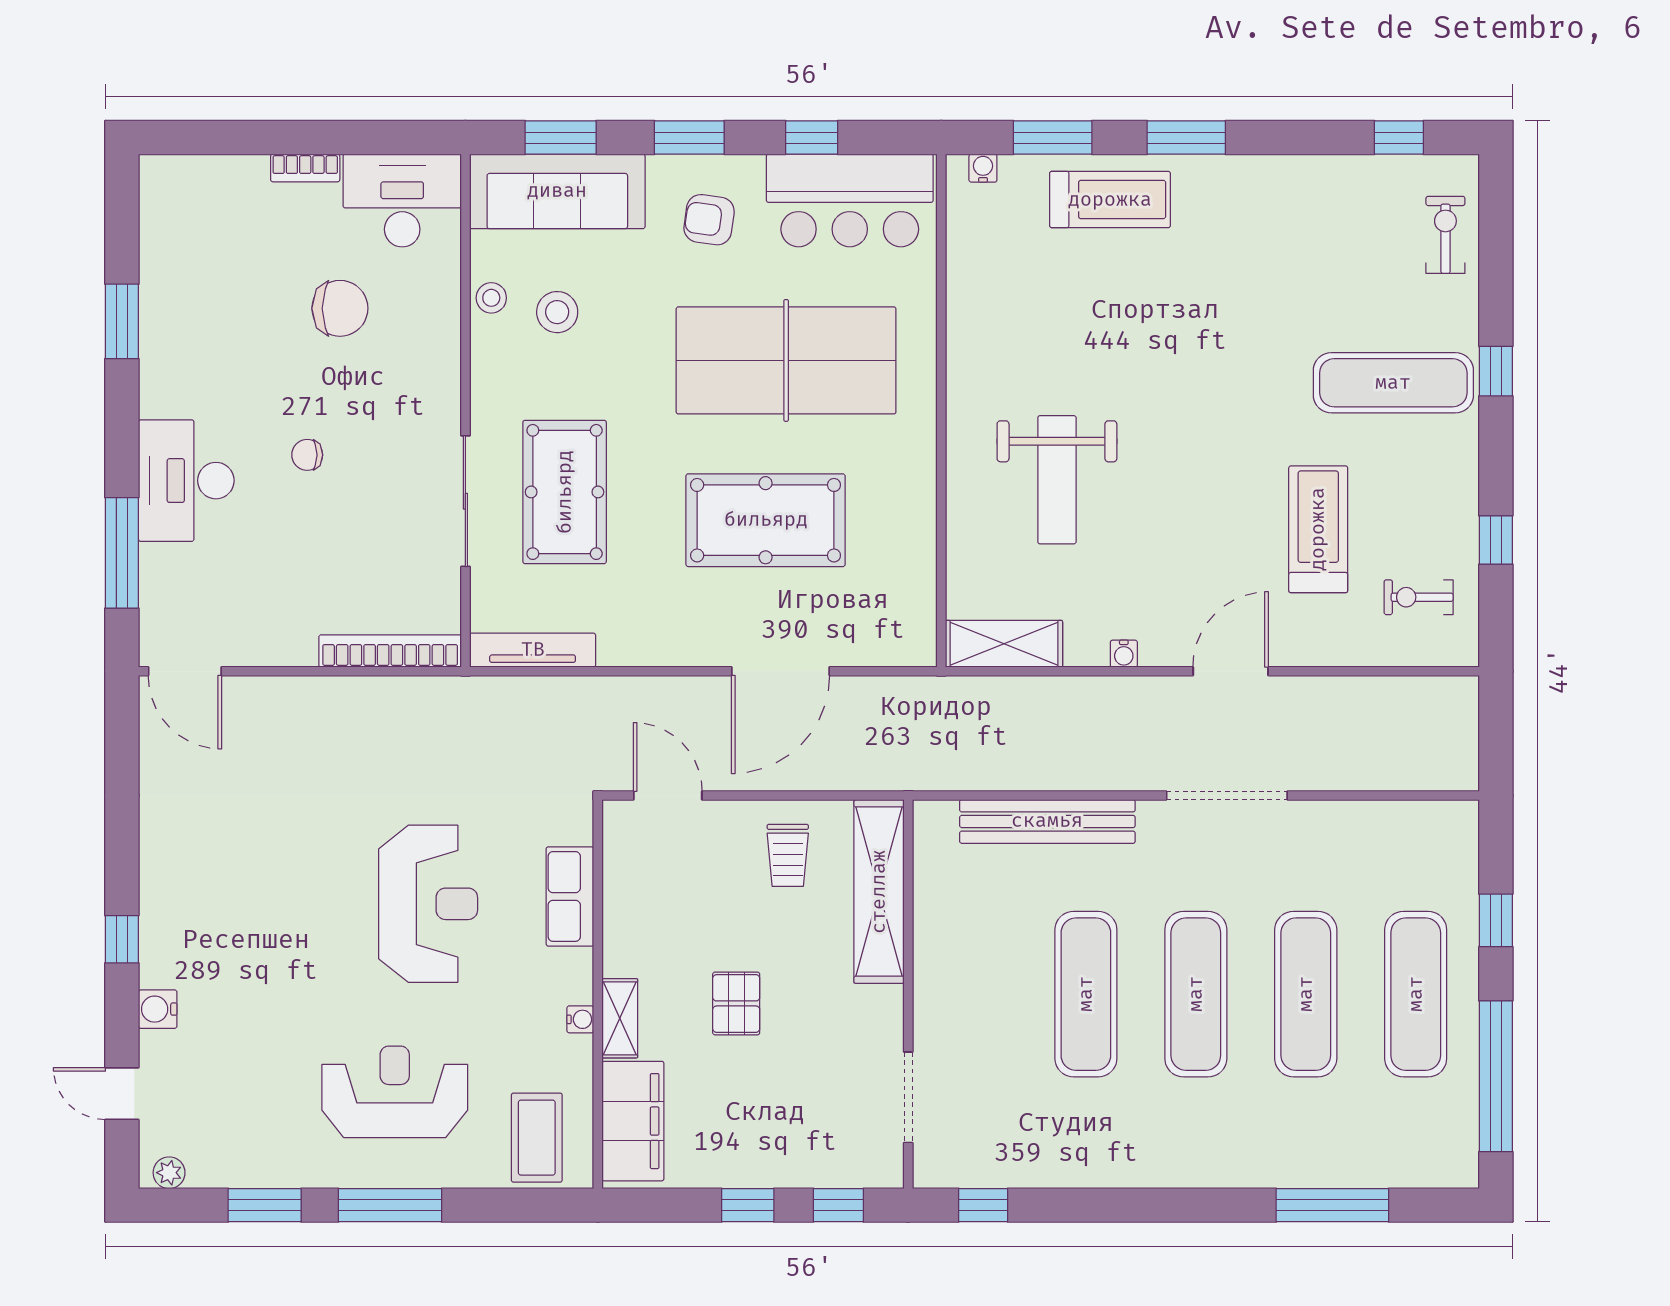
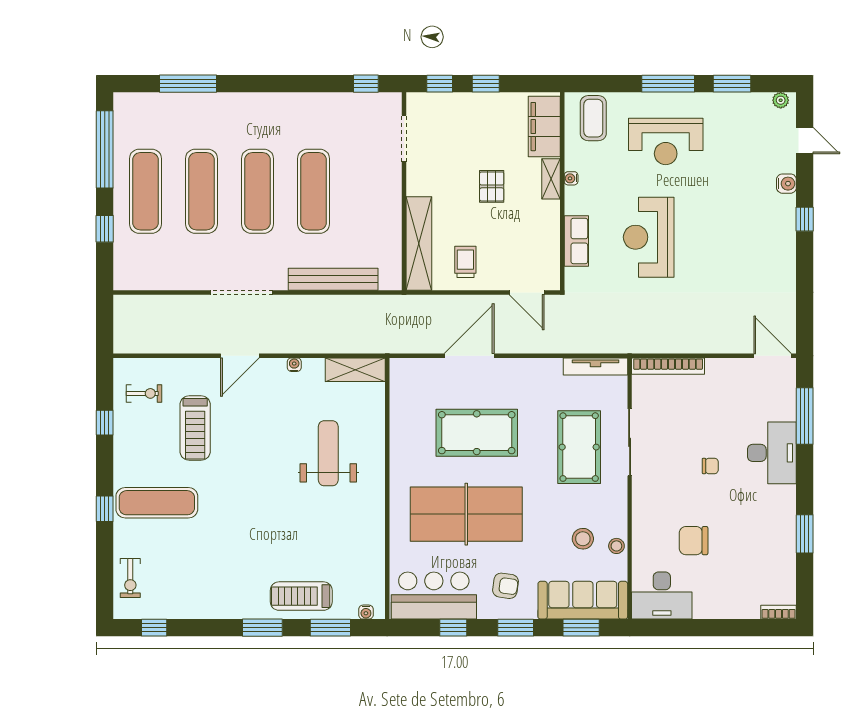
bookcase: (305, 168) -> (779, 612), moved

